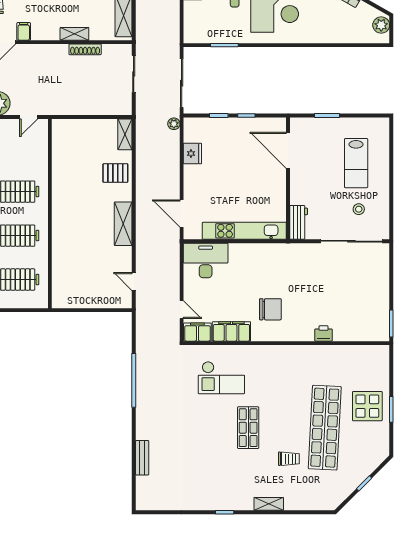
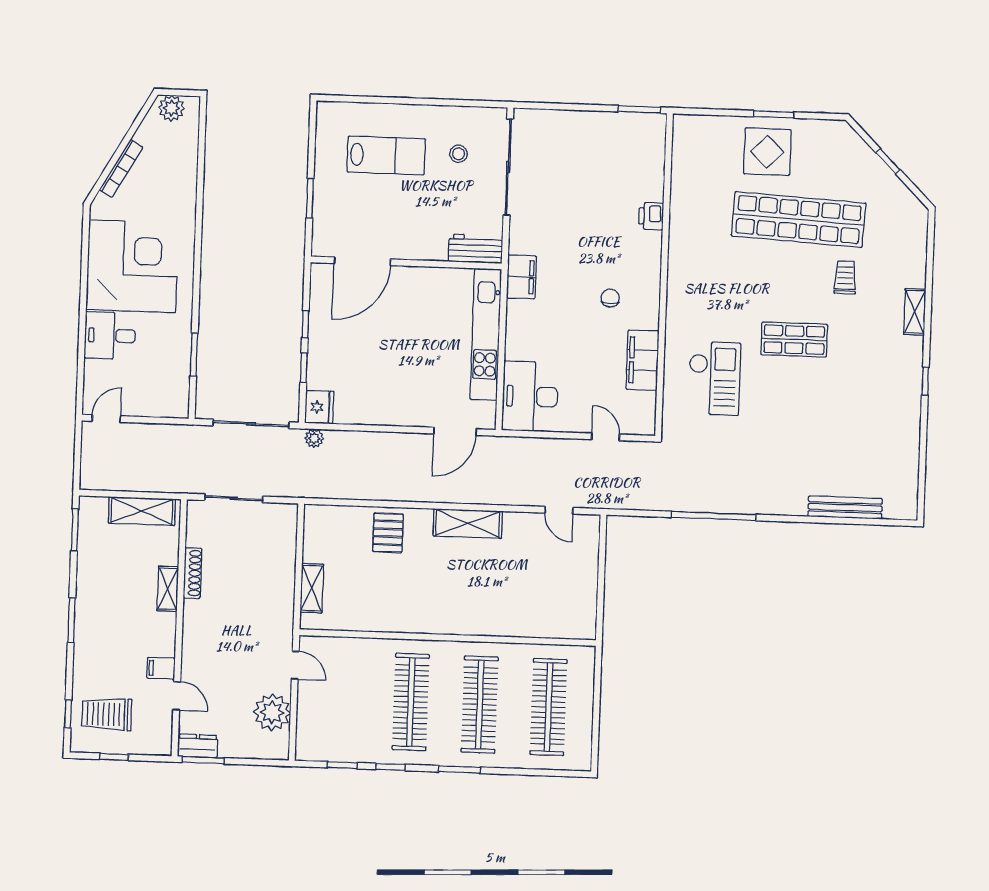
shelving: (125, 134) -> (312, 588), moved, turned 90
fridge: (192, 153) -> (319, 407), moved, turned 90
door: (134, 282) -> (559, 510), hinge flipped
chair: (270, 309) -> (610, 298), width x0.54, depth x0.54
door: (182, 310) -> (606, 437), hinge flipped
filing cabinet: (197, 332) -> (521, 277), moved, turned 180
bench: (142, 458) -> (845, 508), width x1.36

